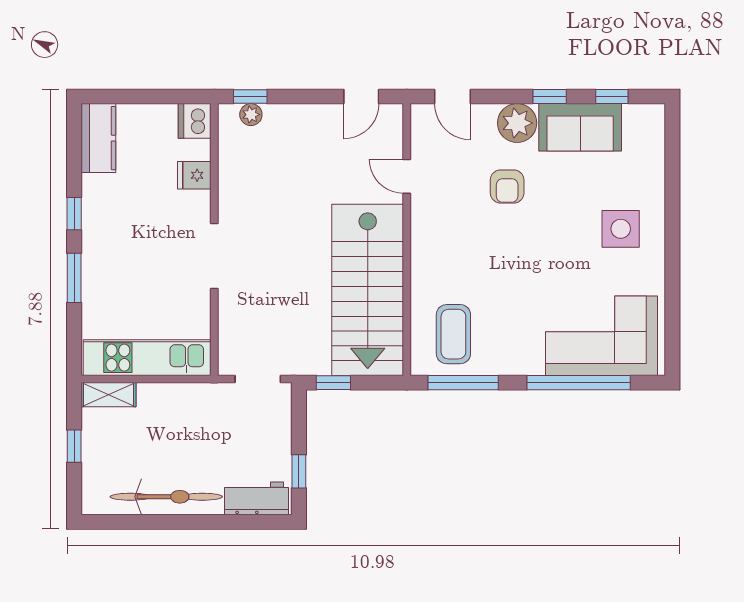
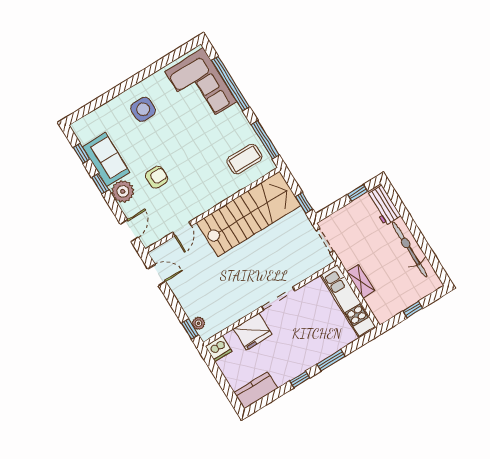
fridge: (194, 175) -> (253, 332), width x1.88, depth x1.34
shelving: (108, 395) -> (361, 281), moved

